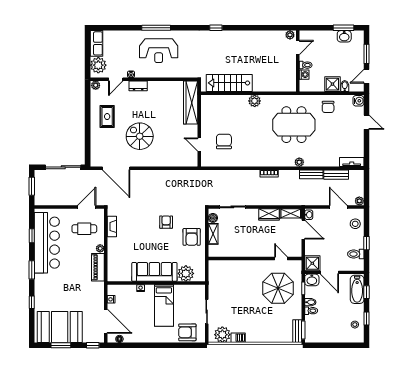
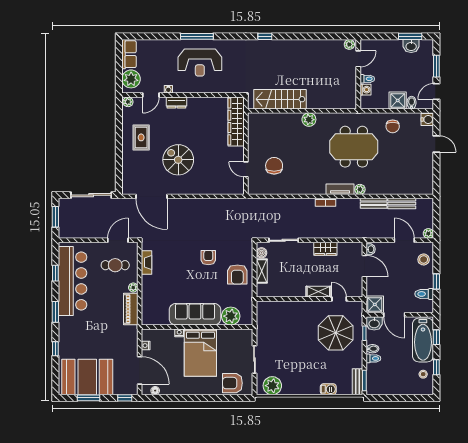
tv unit: (352, 162) -> (340, 189), moved
shelving: (291, 213) -> (318, 292), moved
bathtub: (357, 289) -> (423, 340), width x1.36, depth x1.36
bed: (164, 306) -> (200, 353), width x1.50
barbecue: (238, 338) -> (328, 389), moved

